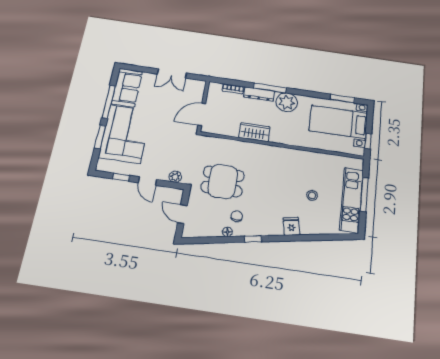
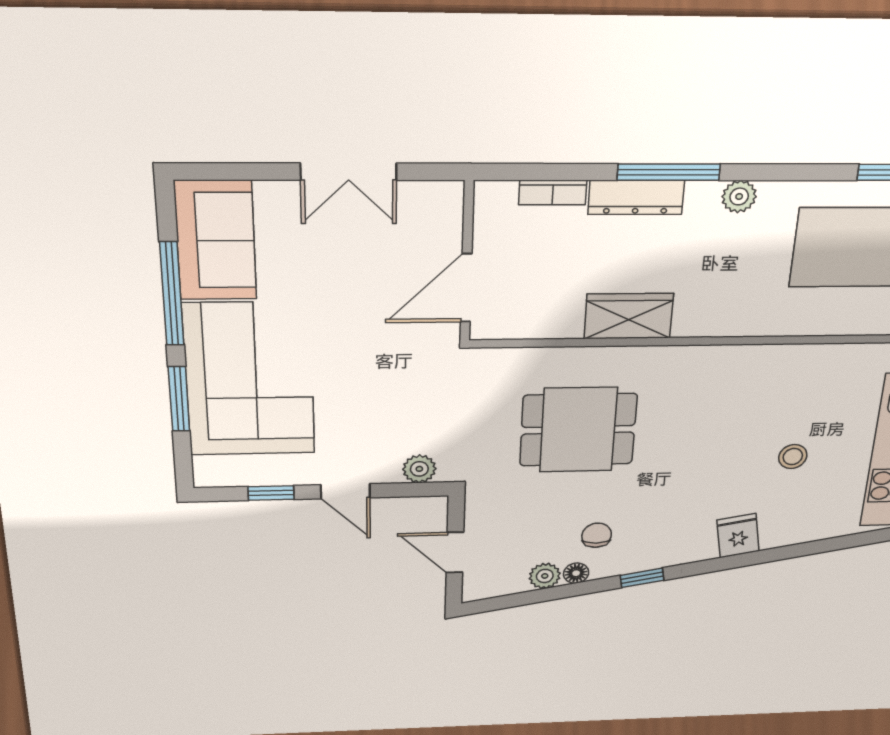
plant: (287, 102) -> (739, 197), width x0.53, depth x0.53
dining table: (223, 181) -> (578, 430), moved
plant: (215, 231) -> (545, 576), added

